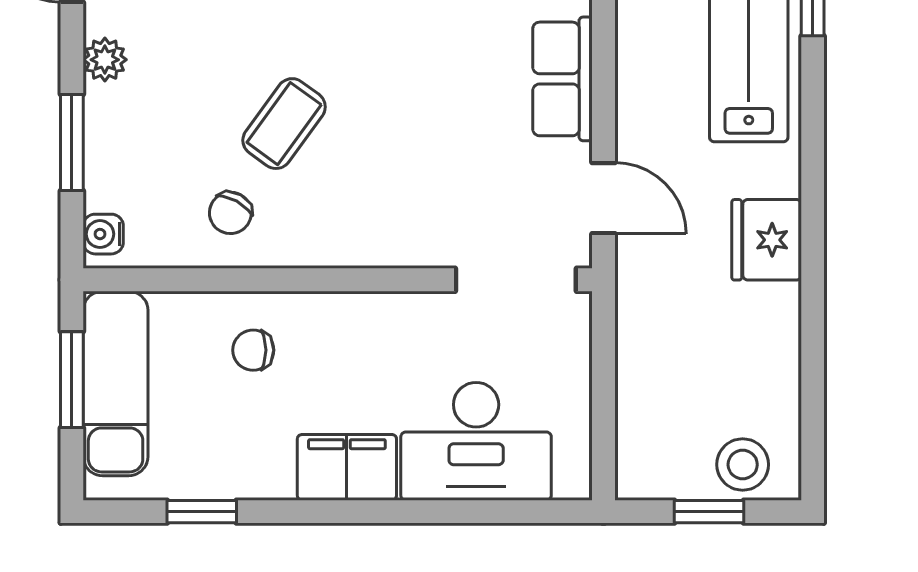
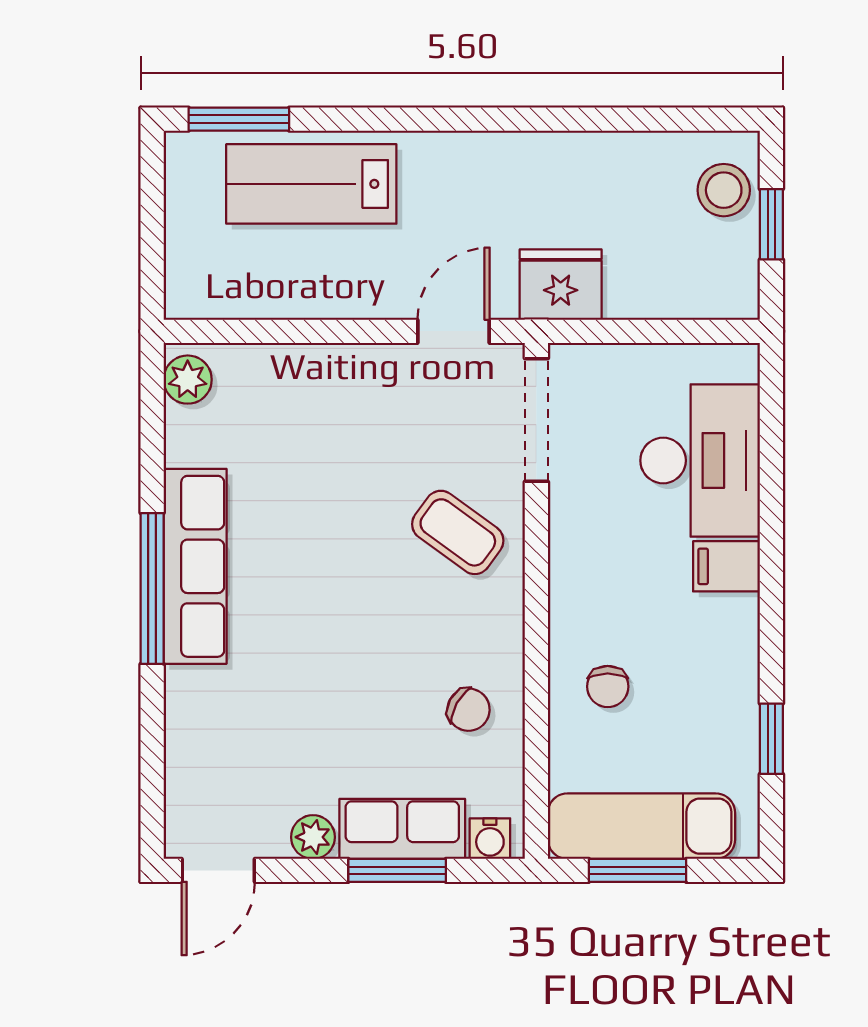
row of seats: (563, 79) -> (402, 829), moved, turned 180
coffee table: (284, 124) -> (458, 532), moved
fridge: (767, 240) -> (561, 285), moved, turned 180
filing cabinet: (347, 467) -> (727, 566), width x0.50

